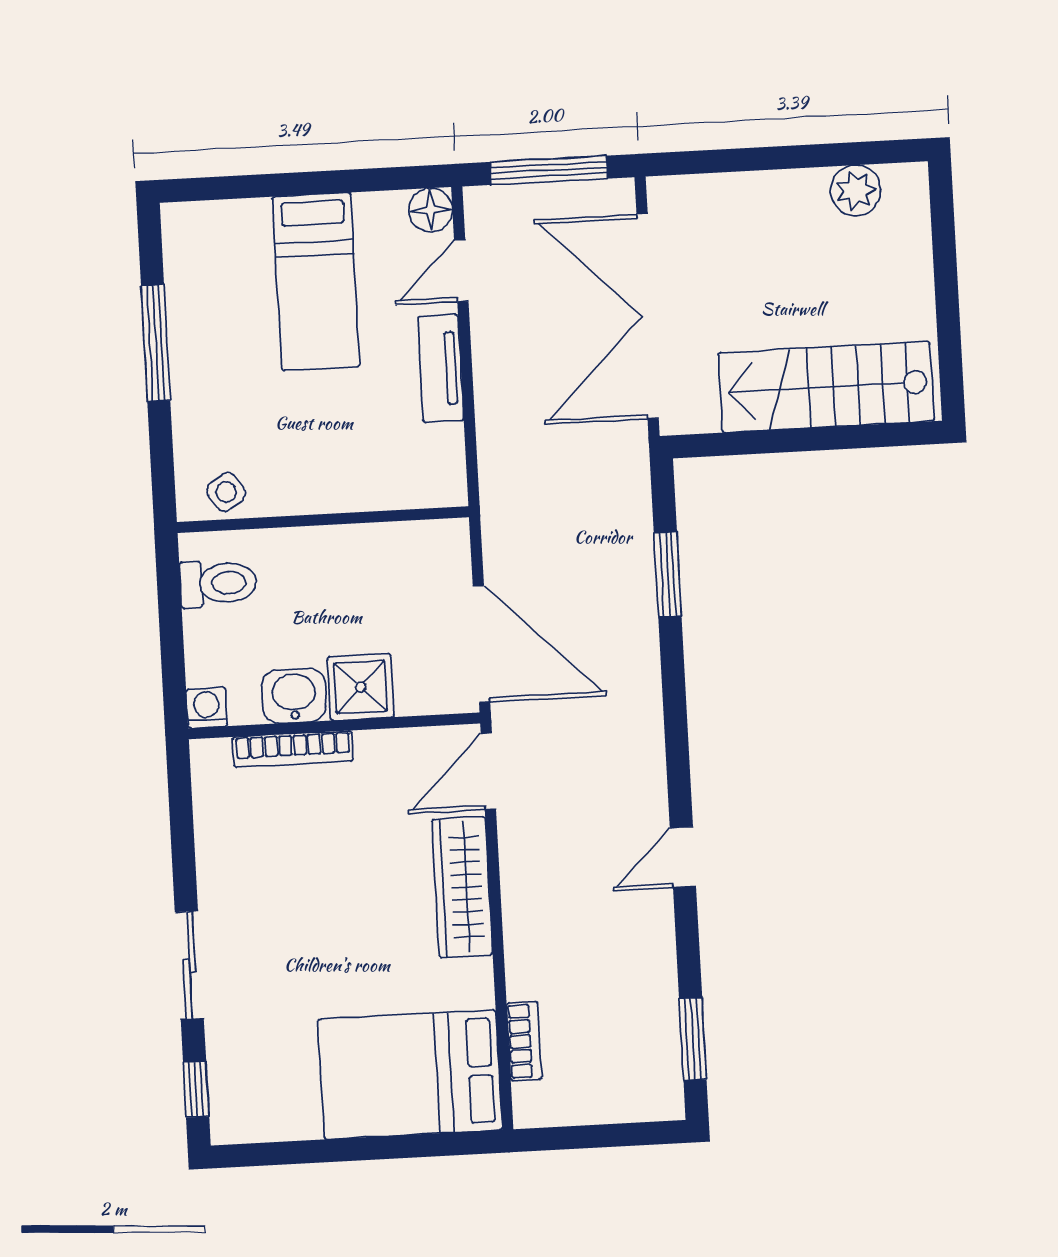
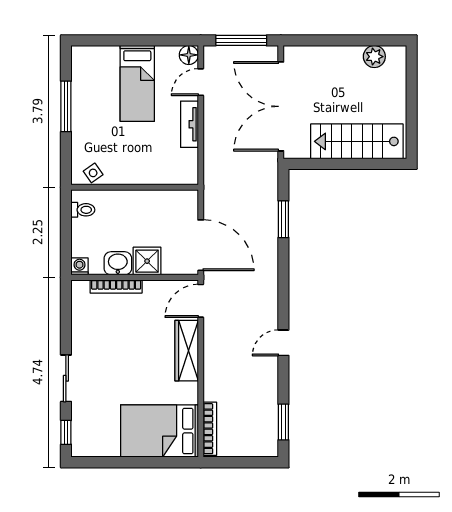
toilet: (218, 583) -> (83, 210), width x0.73, depth x0.72
bookcase: (524, 1041) -> (210, 429), width x1.56

